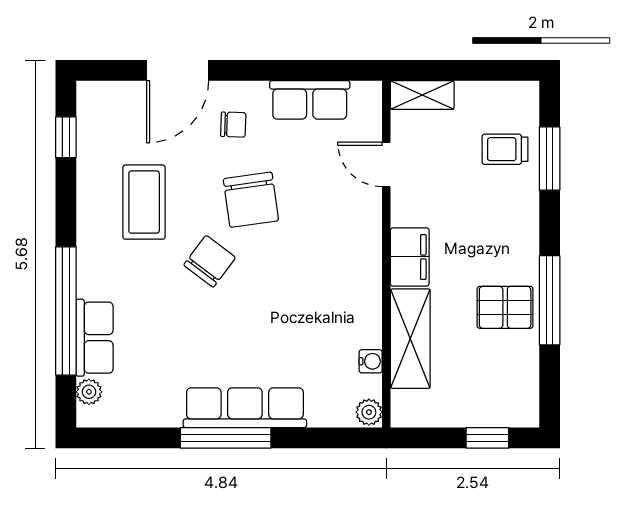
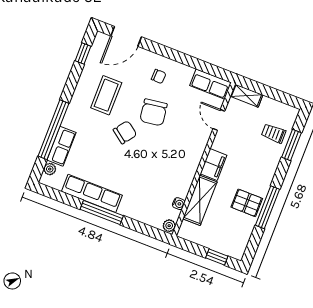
door: (178, 70) -> (126, 36), moved
row of seats: (310, 100) -> (210, 84), moved
row of seats: (245, 408) -> (92, 193), moved

